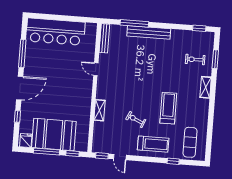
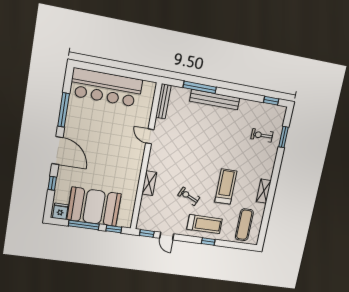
shelving: (206, 87) -> (264, 191), moved
door: (20, 88) -> (57, 151), hinge flipped
window: (173, 161) -> (208, 242), moved

